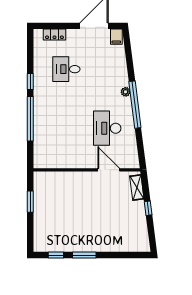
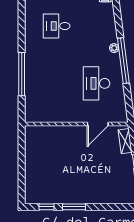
window: (30, 81) -> (22, 38), removed
door: (109, 170) -> (98, 124), swing flipped
window: (30, 202) -> (22, 155), removed

